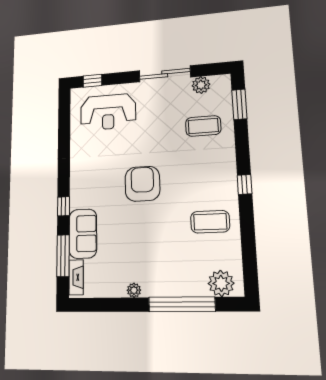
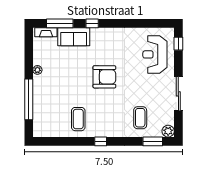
plant: (201, 85) -> (168, 131), moved
plant: (221, 283) -> (41, 124), removed

